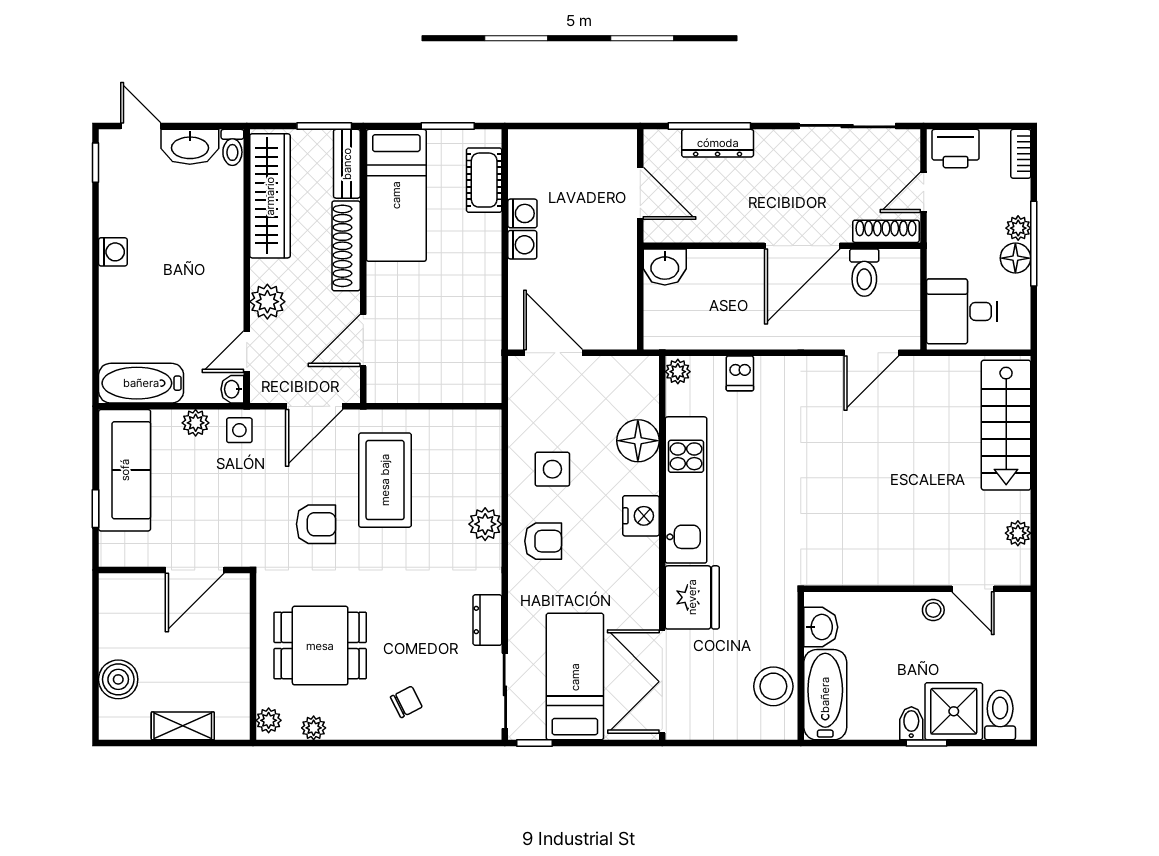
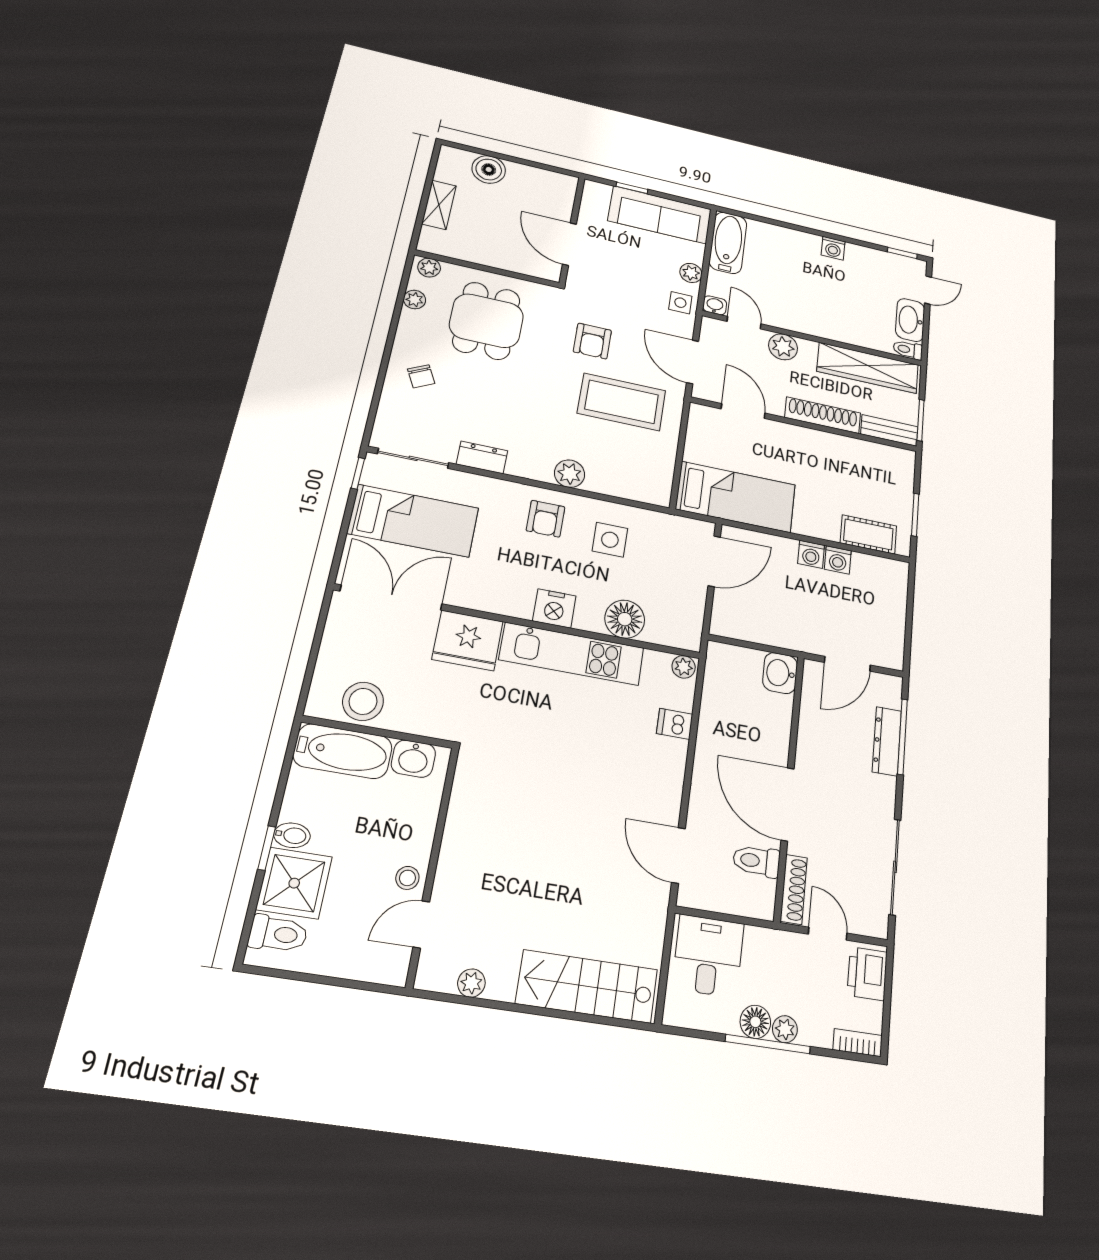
bed: (396, 195) -> (736, 497), moved, turned 180

